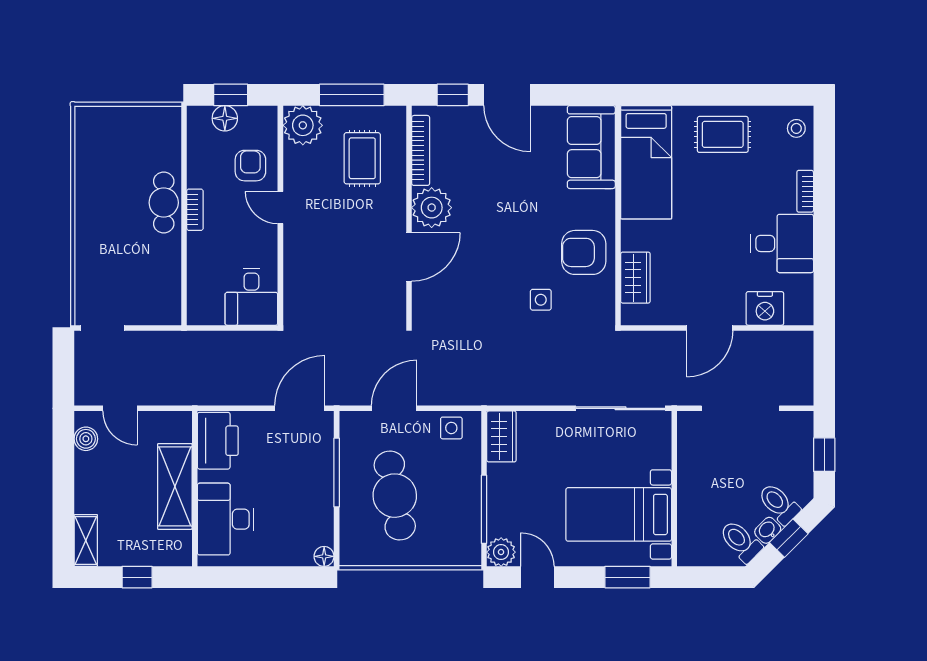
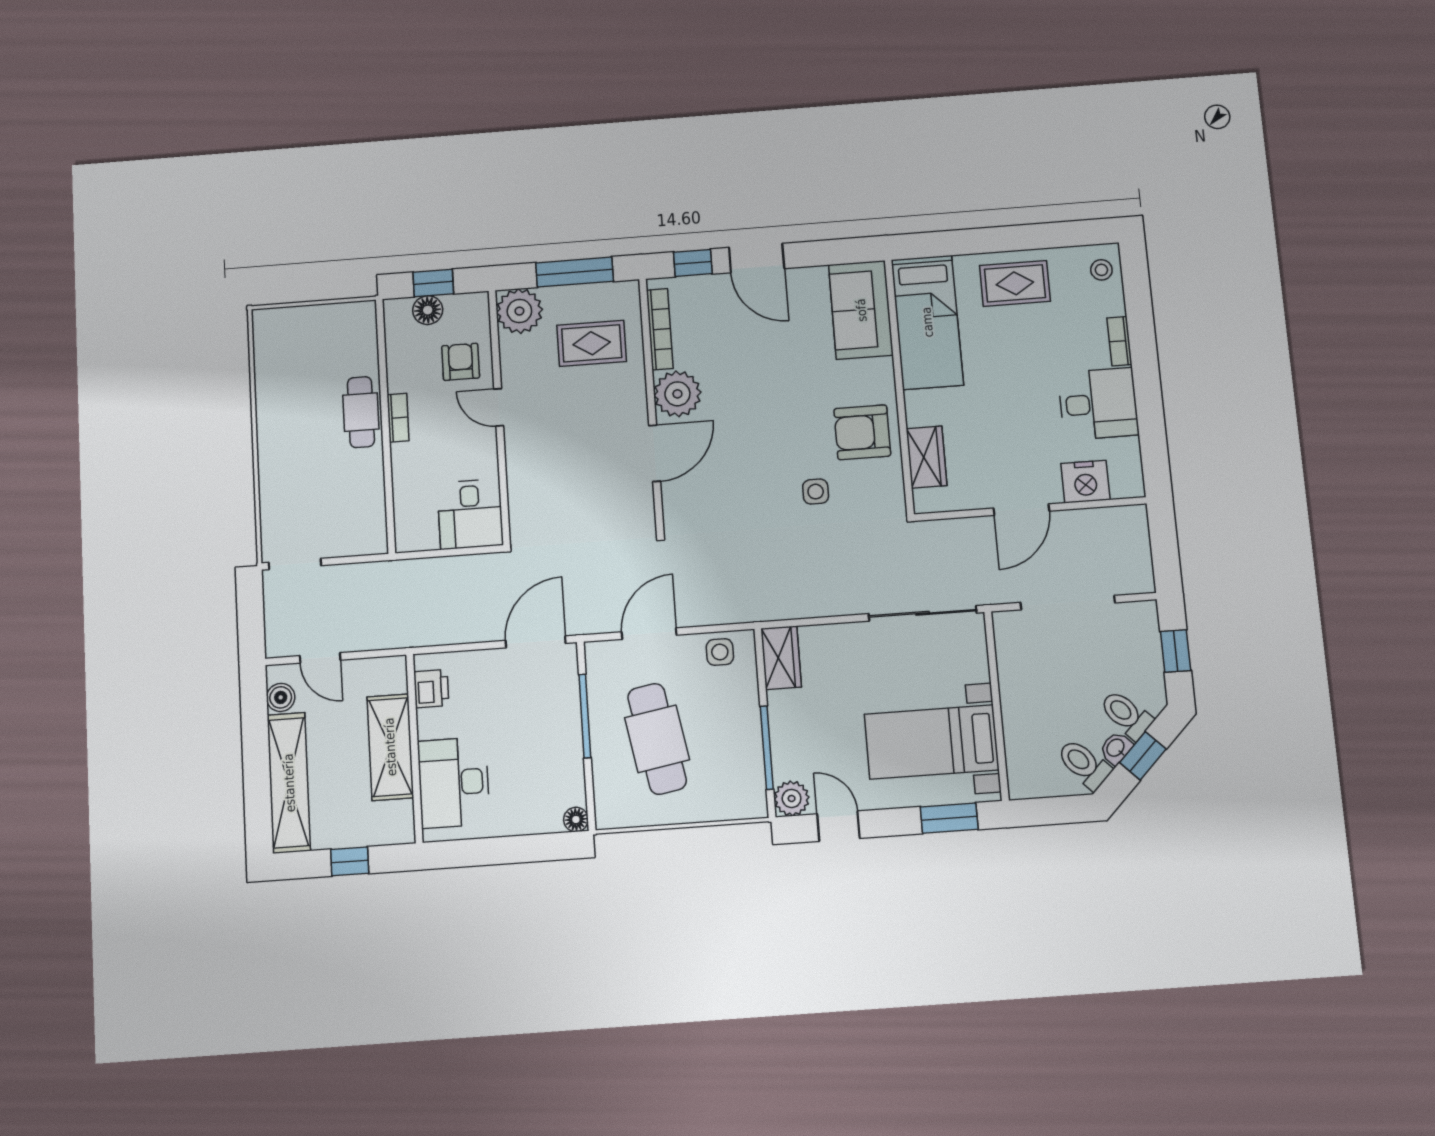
rug: (362, 158) -> (592, 343), turned 90
printer: (218, 441) -> (431, 689), width x0.53, depth x0.68
shelving: (86, 541) -> (289, 783), width x2.20, depth x1.33

